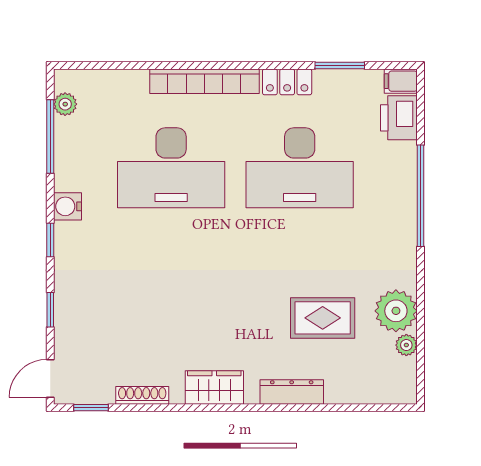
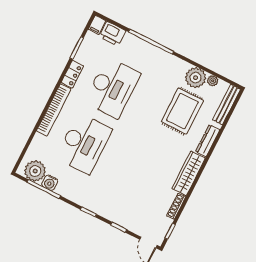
plant: (65, 104) -> (35, 171), width x1.87, depth x1.87
water cooler: (67, 206) -> (50, 183), moved
rug: (323, 318) -> (182, 111), width x1.36, depth x1.43
wardrobe: (214, 387) -> (189, 173), width x1.50
bench: (376, 393) -> (227, 104), added

